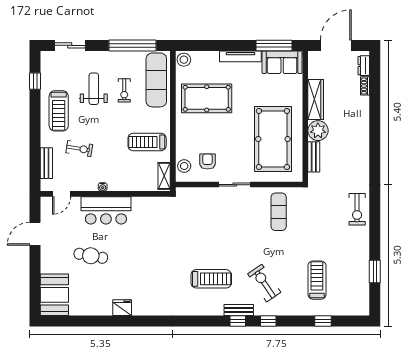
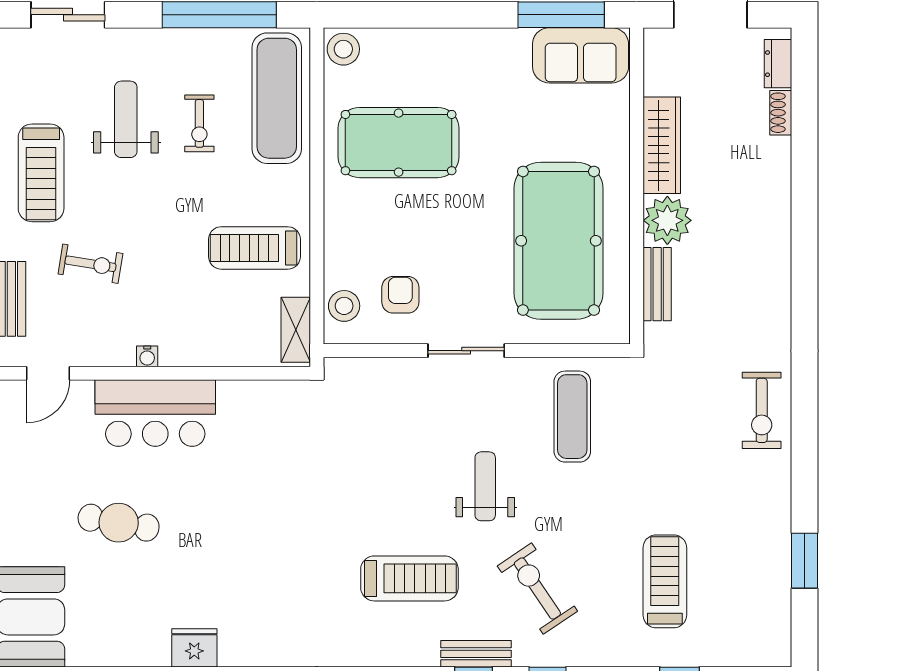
tv unit: (240, 56) -> (480, 41), removed
weight bench: (243, 241) -> (485, 486), added

